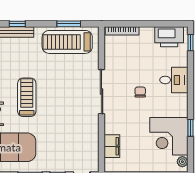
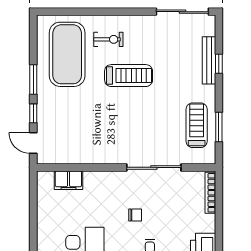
treadmill: (67, 42) -> (197, 125), width x0.73, depth x0.73
sliding door: (102, 92) -> (154, 167), moved

